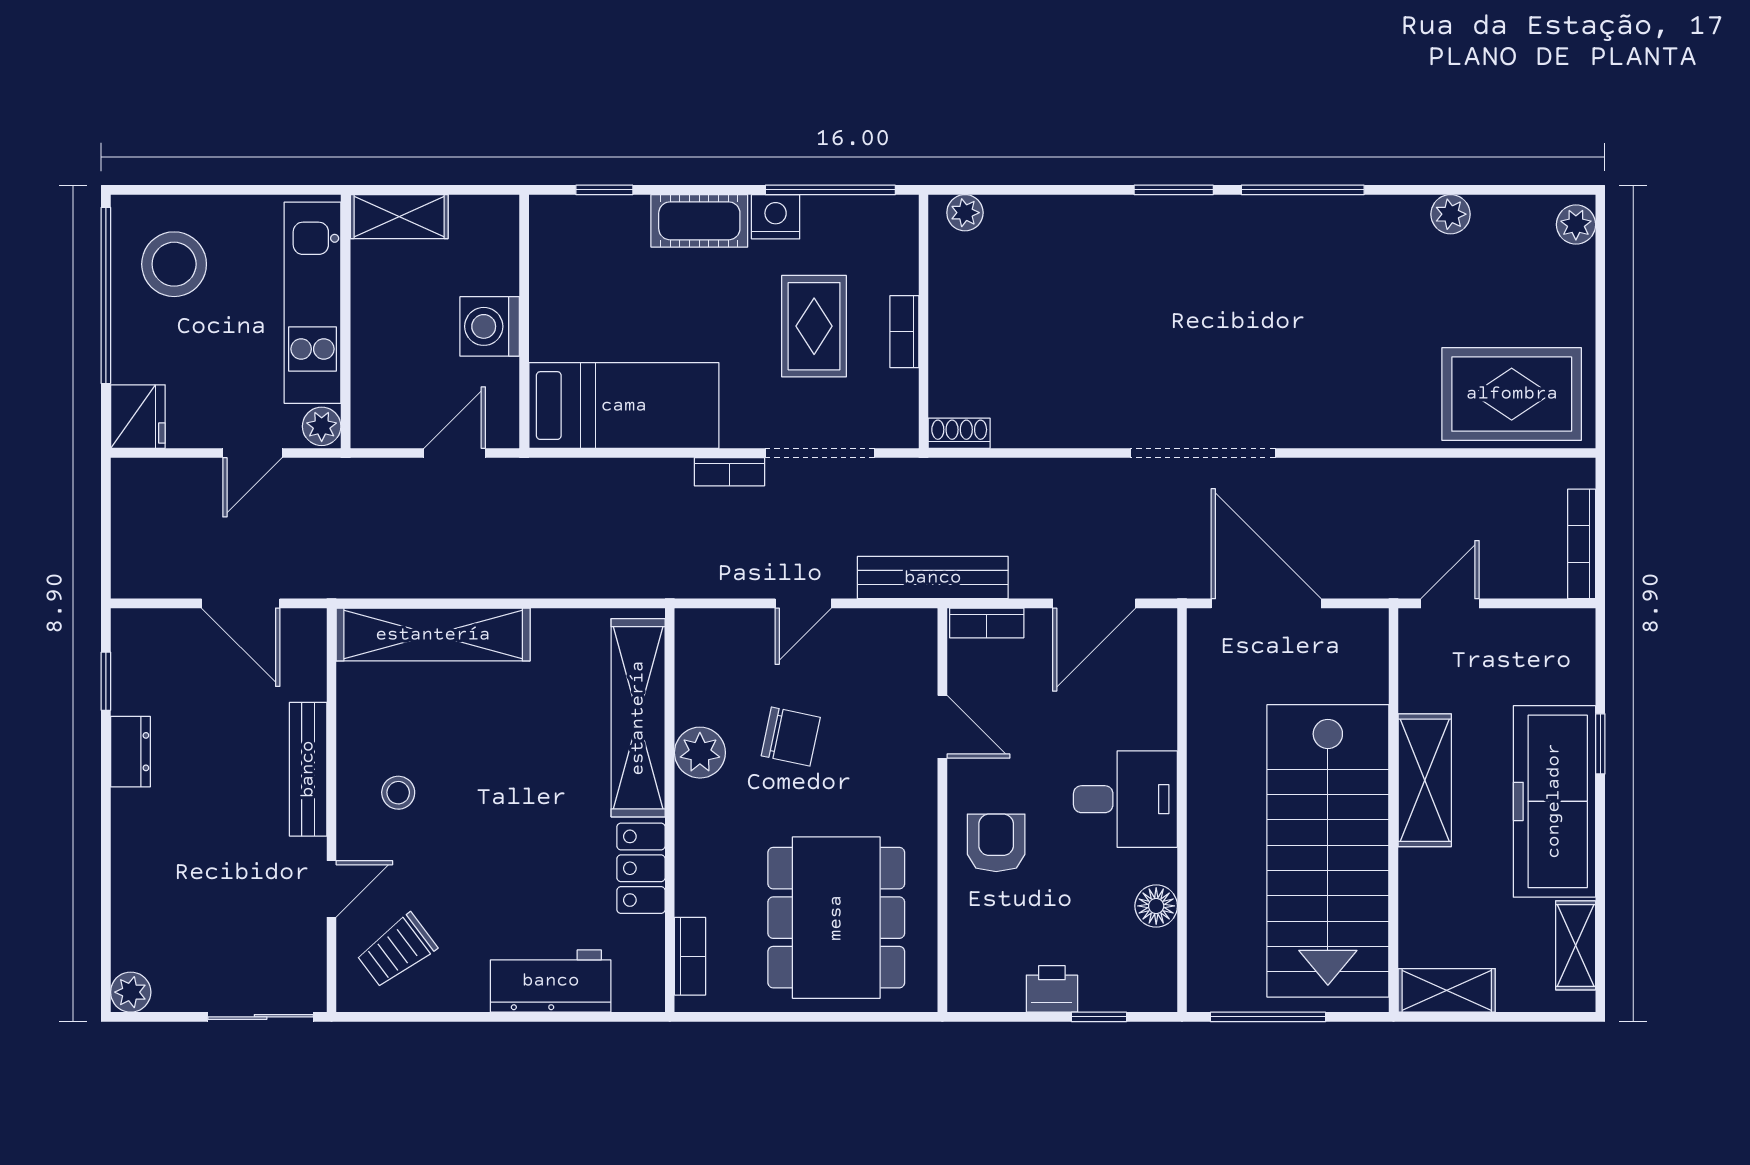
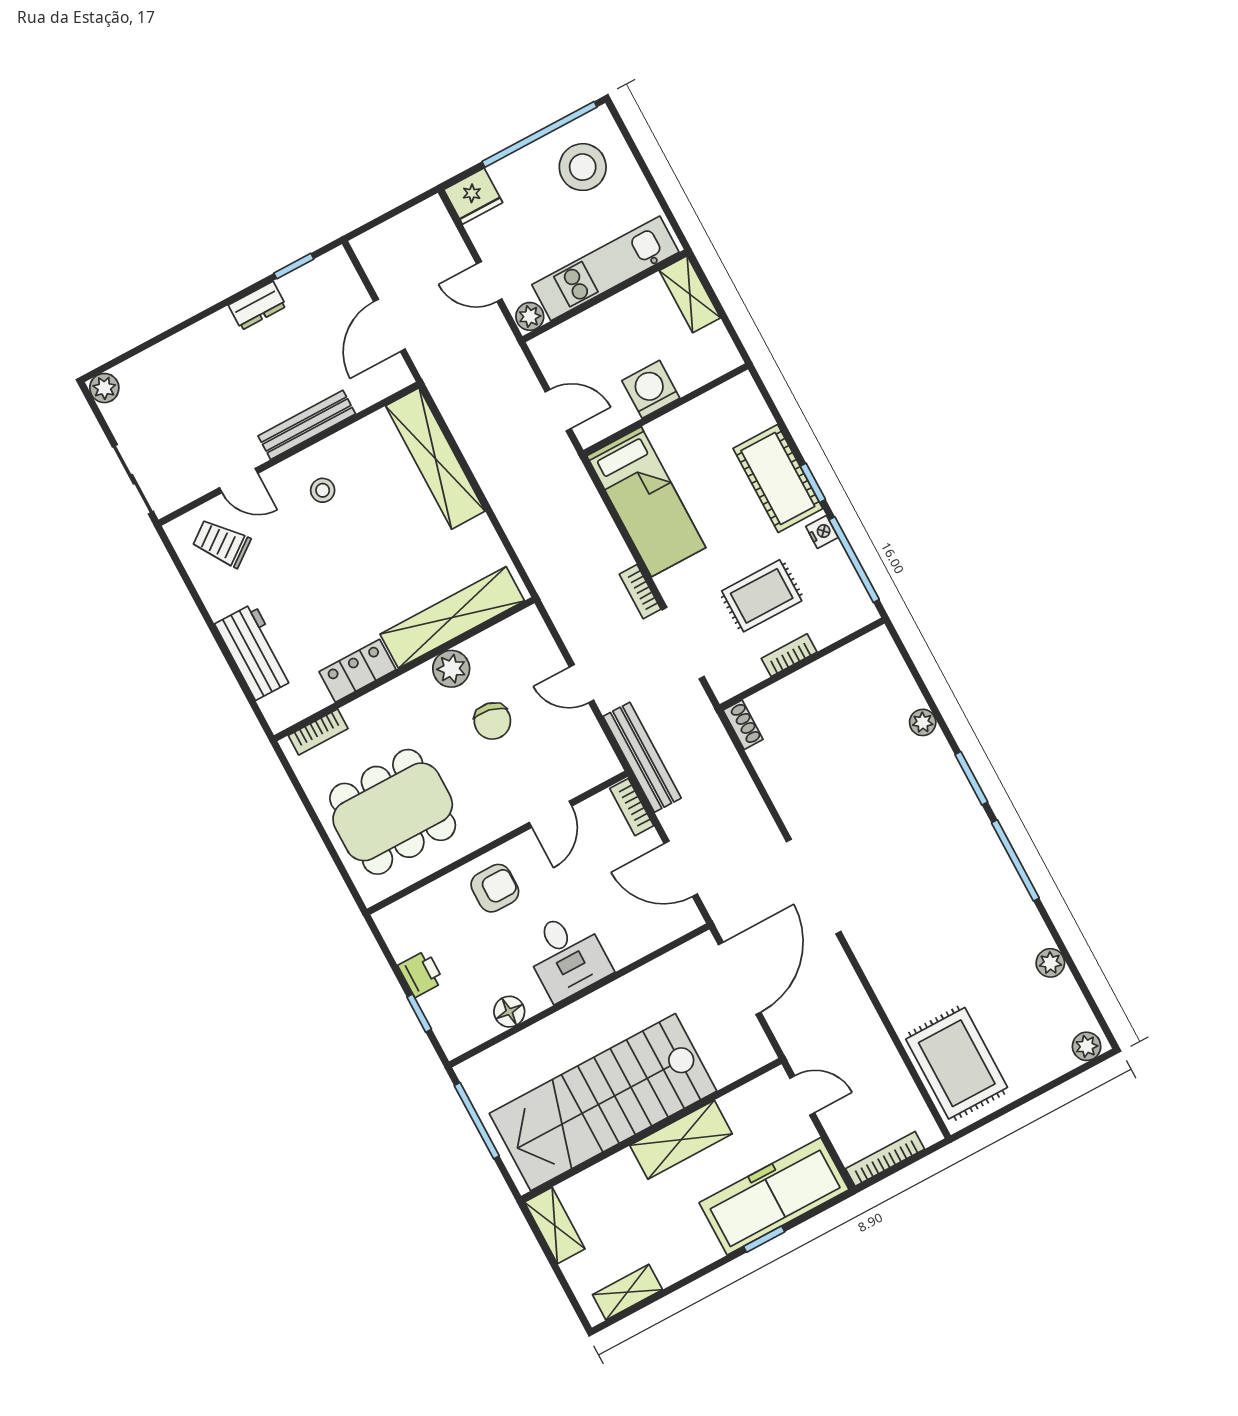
window: (604, 190) -> (813, 483), moved
plant: (965, 213) -> (923, 722), moved
nightstand: (776, 217) -> (822, 532), width x0.72, depth x0.74
cot: (699, 221) -> (778, 478), width x1.37, depth x1.34
freezer: (1554, 801) -> (774, 1196), moved

